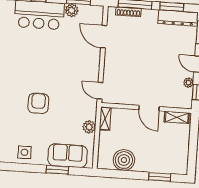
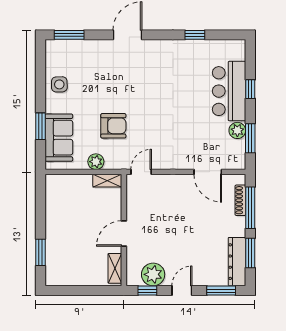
door: (104, 37) -> (208, 172), swing flipped
plant: (188, 83) -> (153, 274), width x1.88, depth x1.88
armchair: (38, 103) -> (113, 126), moved
boiler: (124, 160) -> (58, 207), removed

